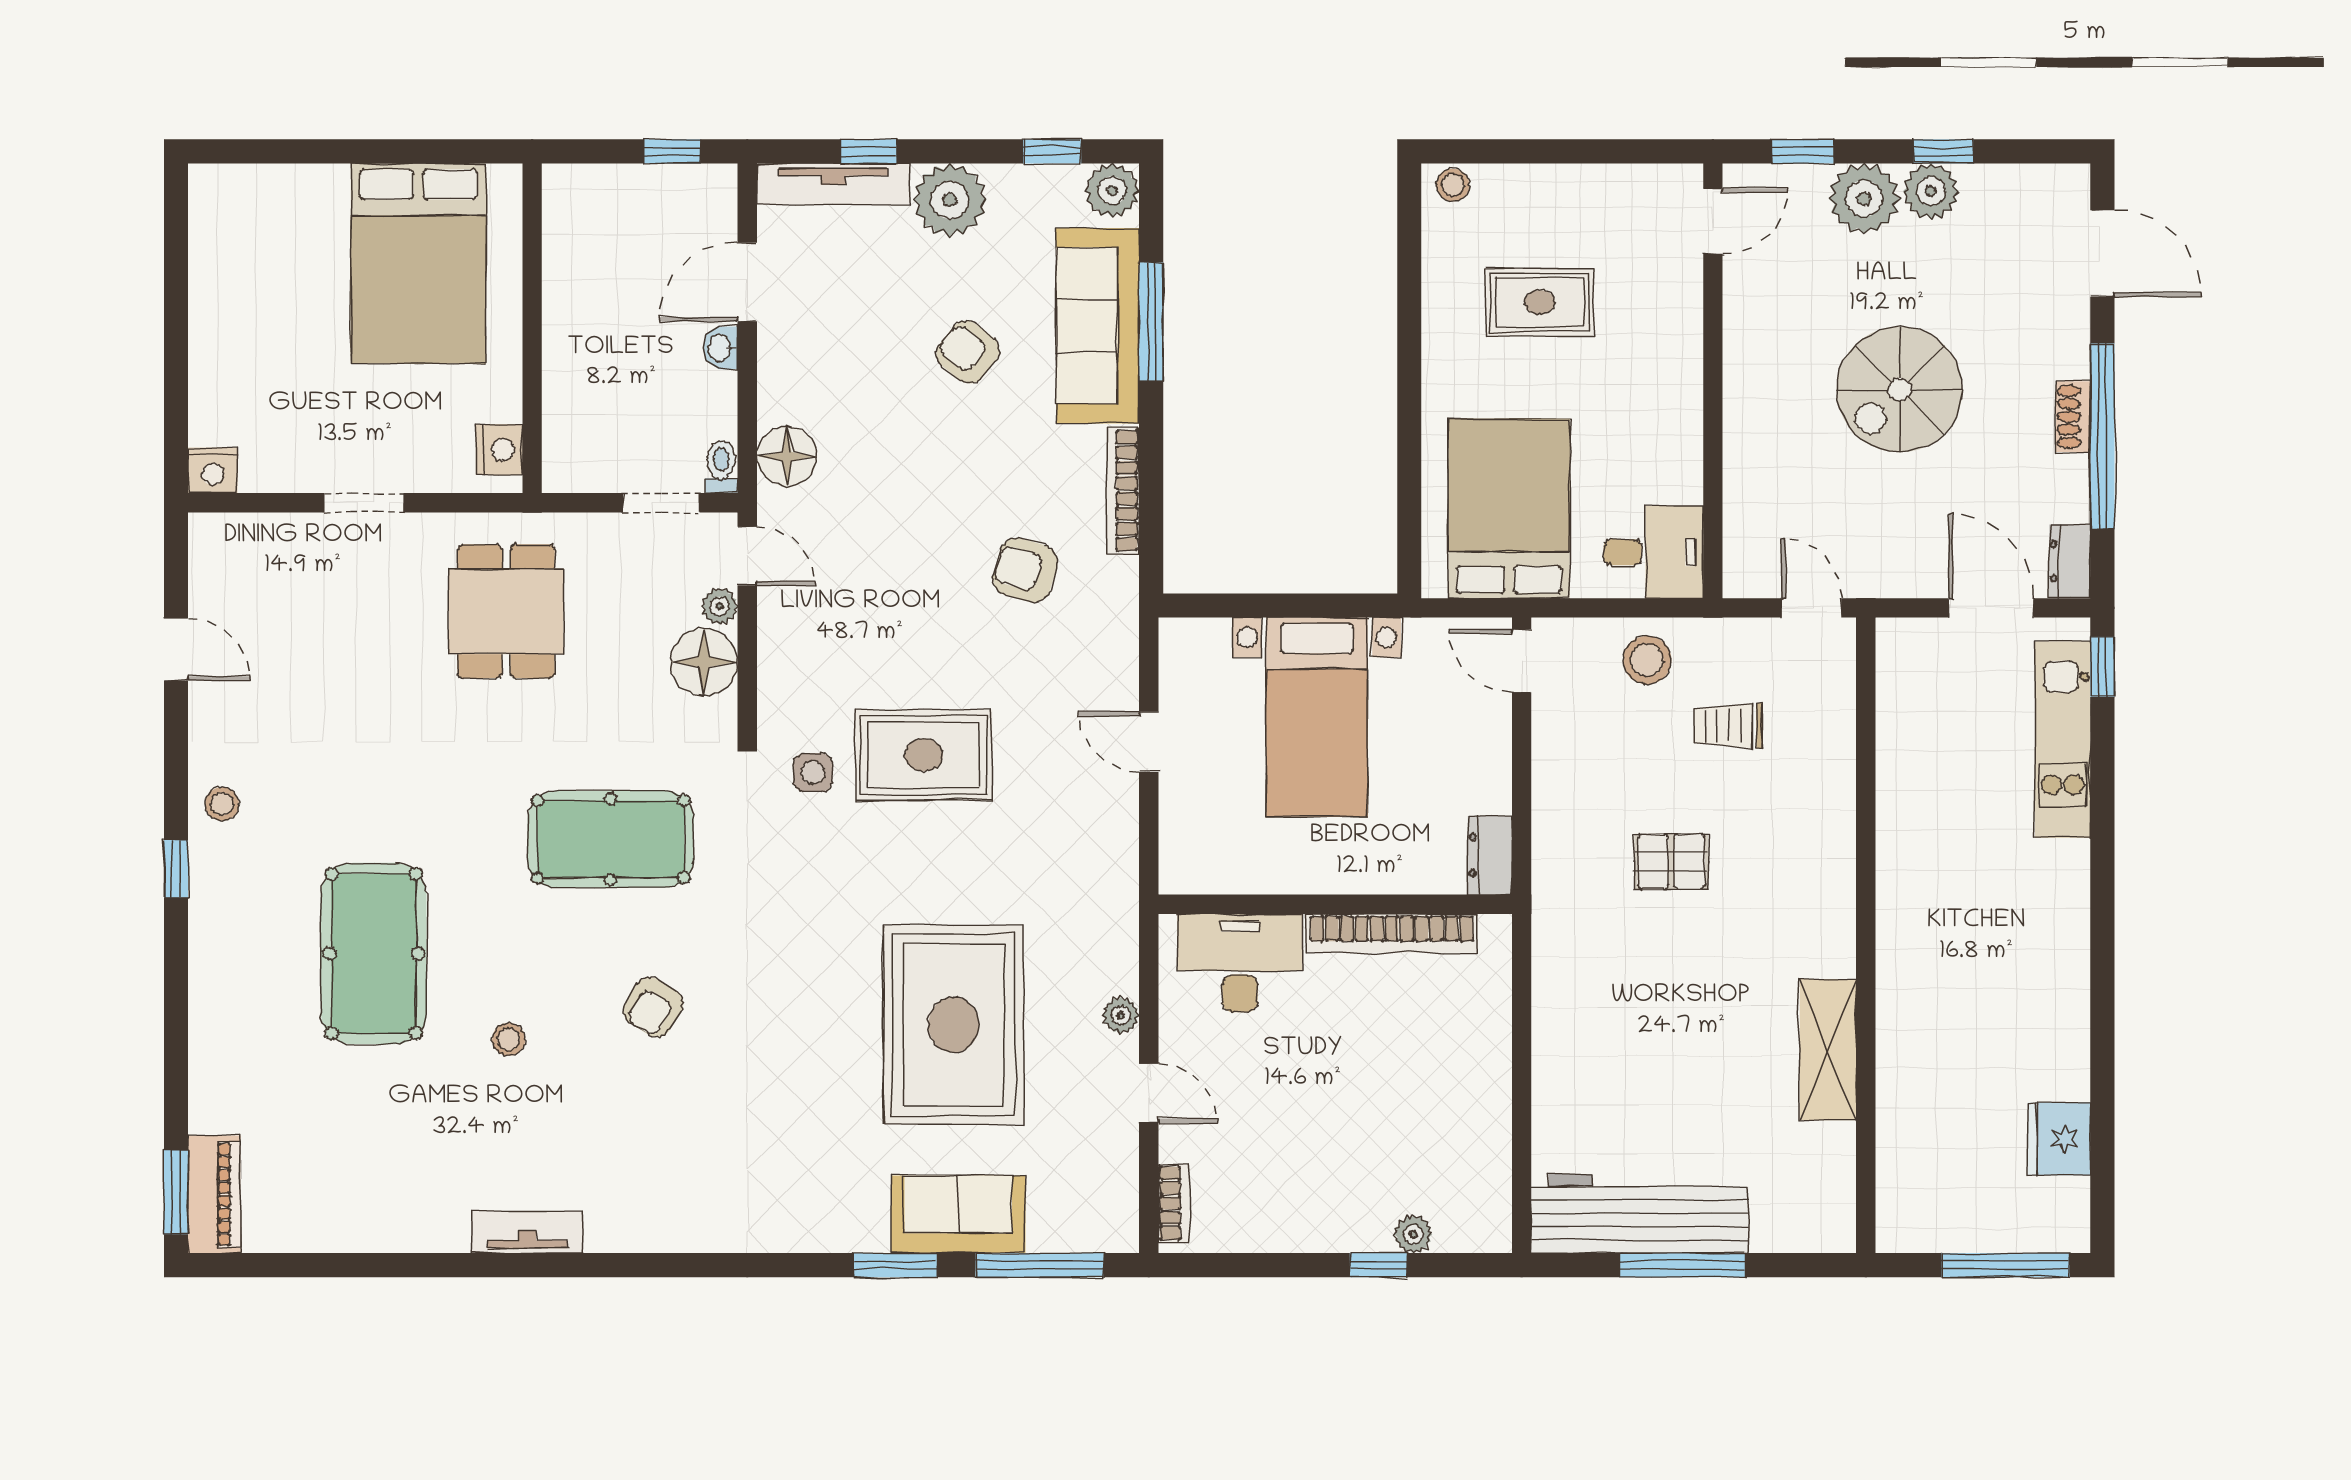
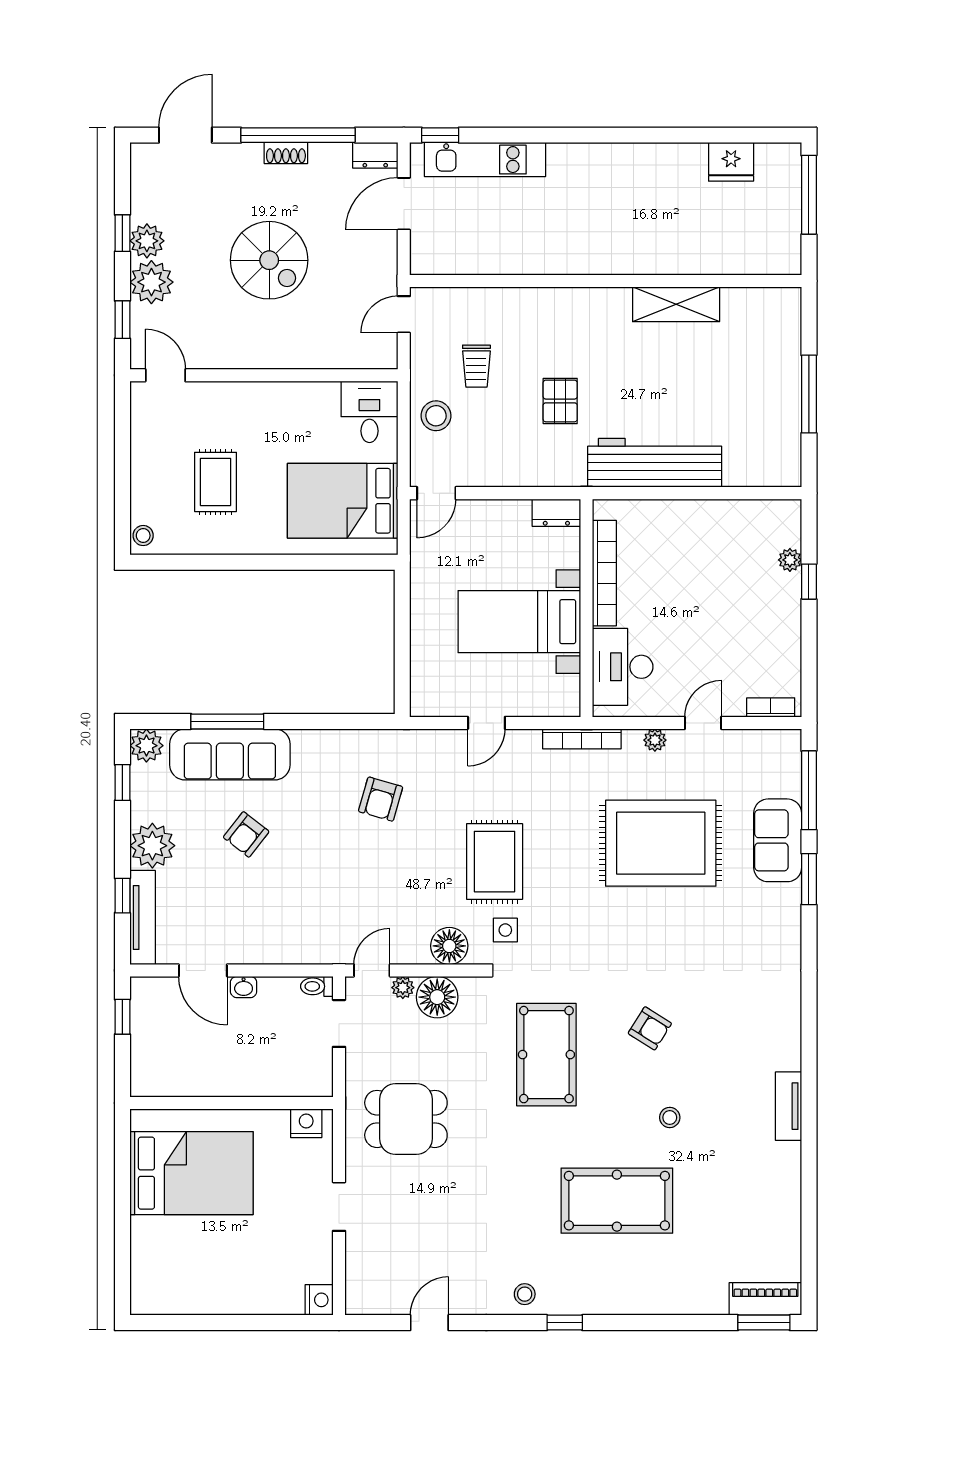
floor lamp: (787, 456) -> (449, 946), moved
bookcase: (1123, 491) -> (582, 739), moved
bed with nightstands: (1317, 717) -> (519, 622), moved, turned 180
workbench: (1640, 1214) -> (655, 463), moved, turned 90

